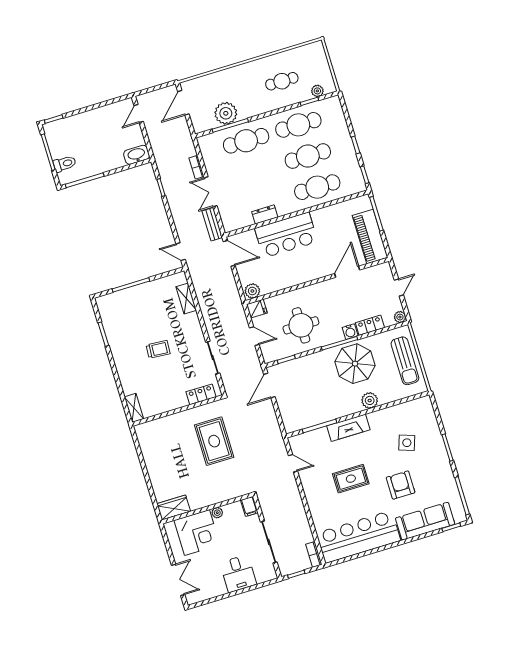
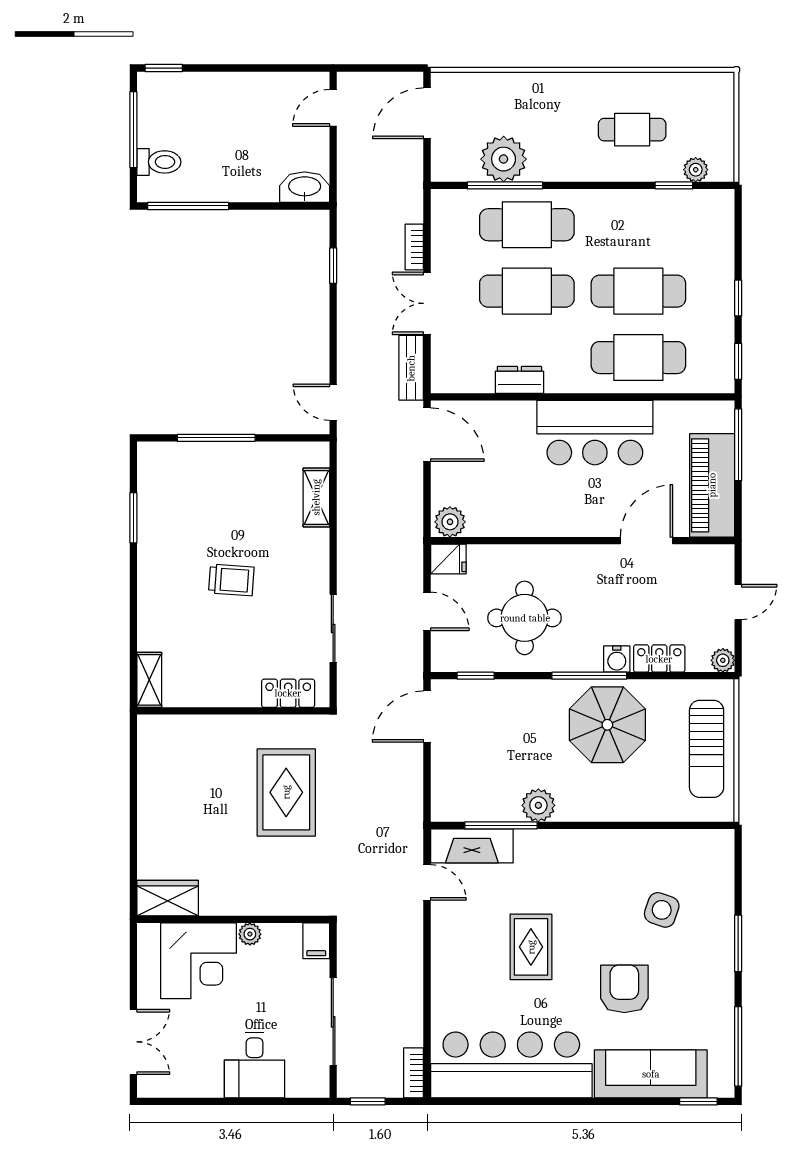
cafe table: (298, 125) -> (527, 291), moved
bar counter: (286, 235) -> (595, 433), moved
plant: (370, 400) -> (538, 805), moved
fireplace: (348, 428) -> (472, 846), moved
rug: (351, 479) -> (531, 947), turned 90

